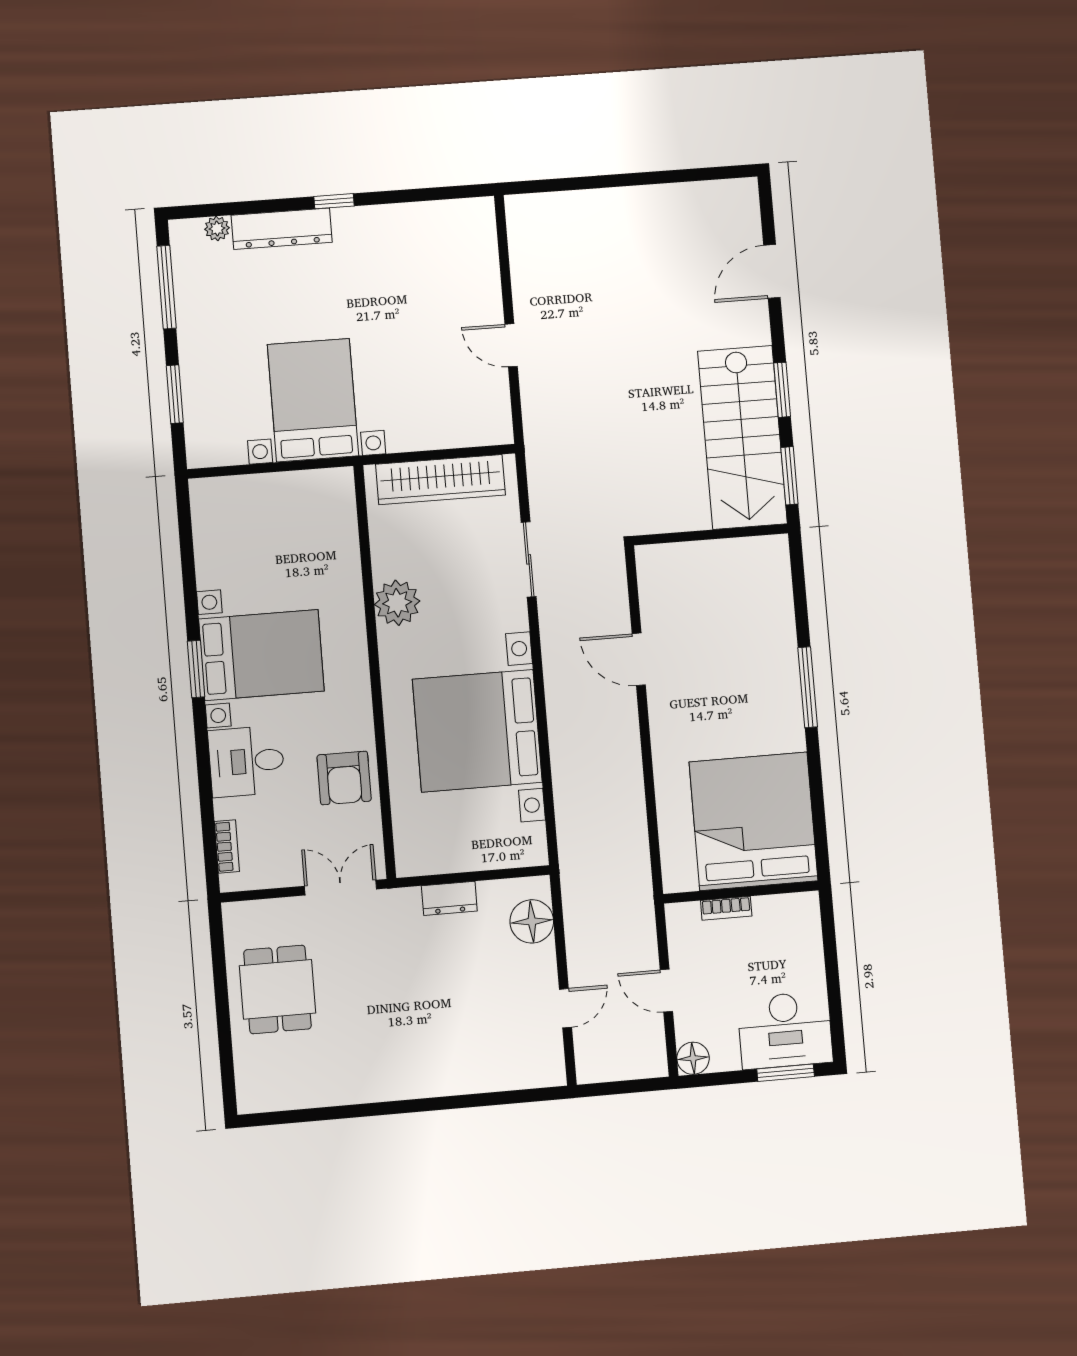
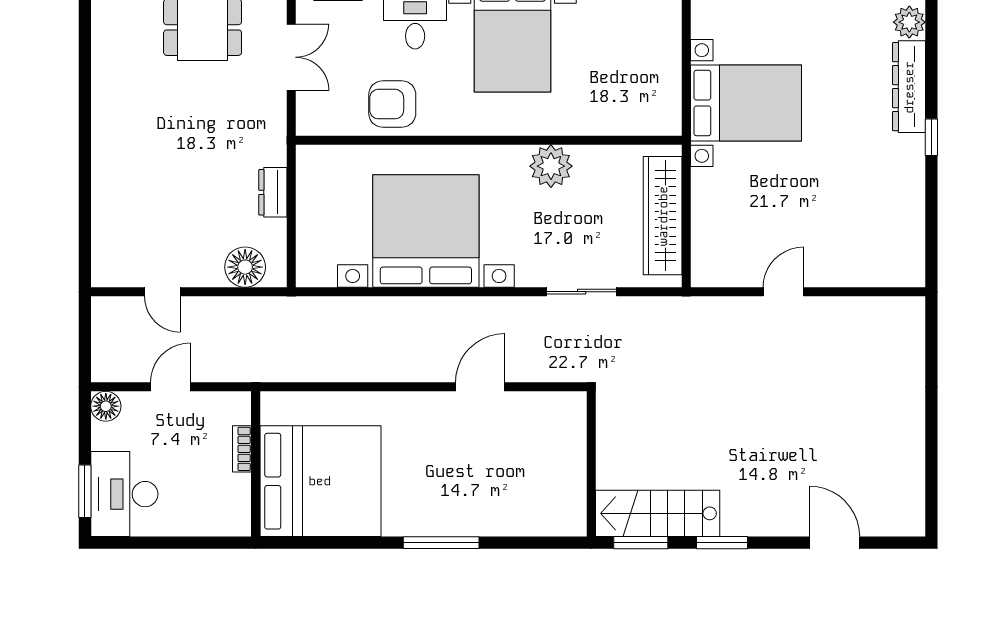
plant: (217, 229) -> (909, 22), width x1.38, depth x1.38
stairs: (742, 437) -> (658, 513), width x0.73, depth x0.66
double door: (341, 888) -> (291, 57), moved

